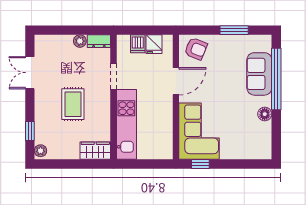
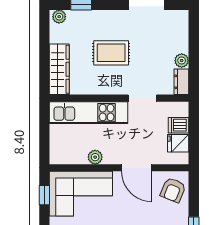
plant: (166, 118) -> (95, 157), added
wardrobe: (95, 151) -> (59, 69), width x1.50

